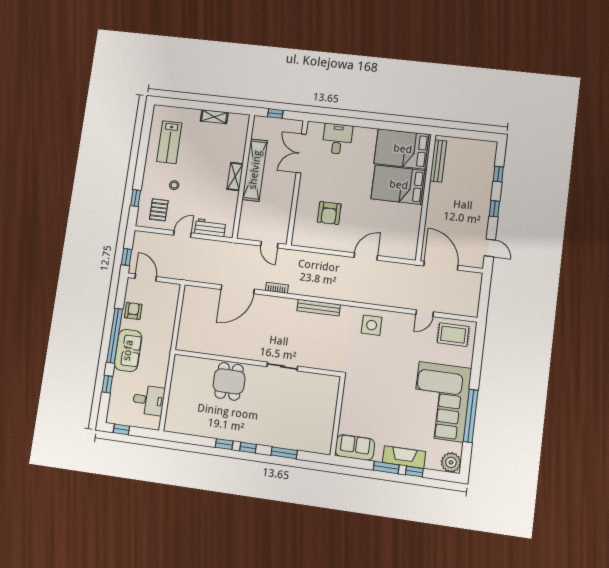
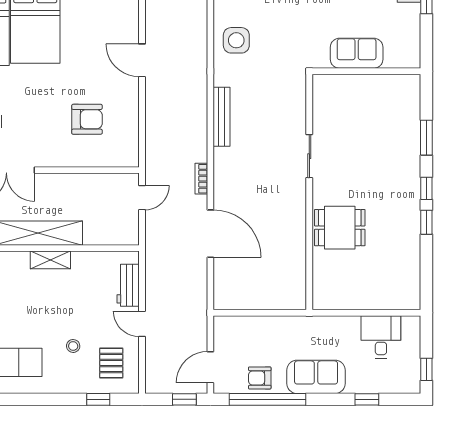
pallet: (159, 210) -> (111, 363), turned 90
window: (115, 336) -> (268, 399), moved
sofa: (355, 447) -> (357, 53), moved, turned 90

